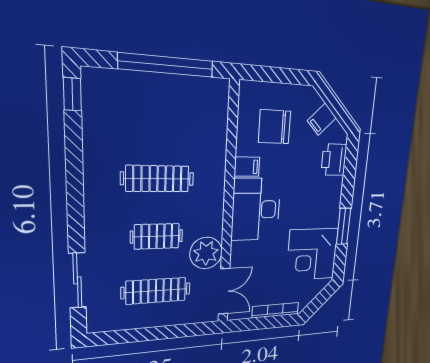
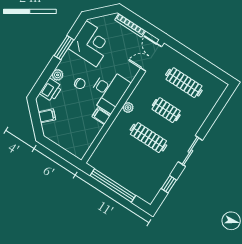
window: (72, 94) -> (169, 184), moved
chair: (275, 127) -> (80, 84), moved, width x0.54, depth x0.54
plant: (335, 186) -> (58, 75), added
plant: (206, 253) -> (128, 107), moved, width x0.53, depth x0.53
sliding door: (77, 280) -> (190, 151), moved

